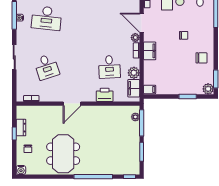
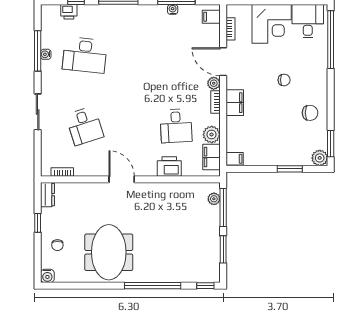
door: (72, 104) -> (122, 179), swing flipped
dresser: (21, 128) -> (47, 195), moved

